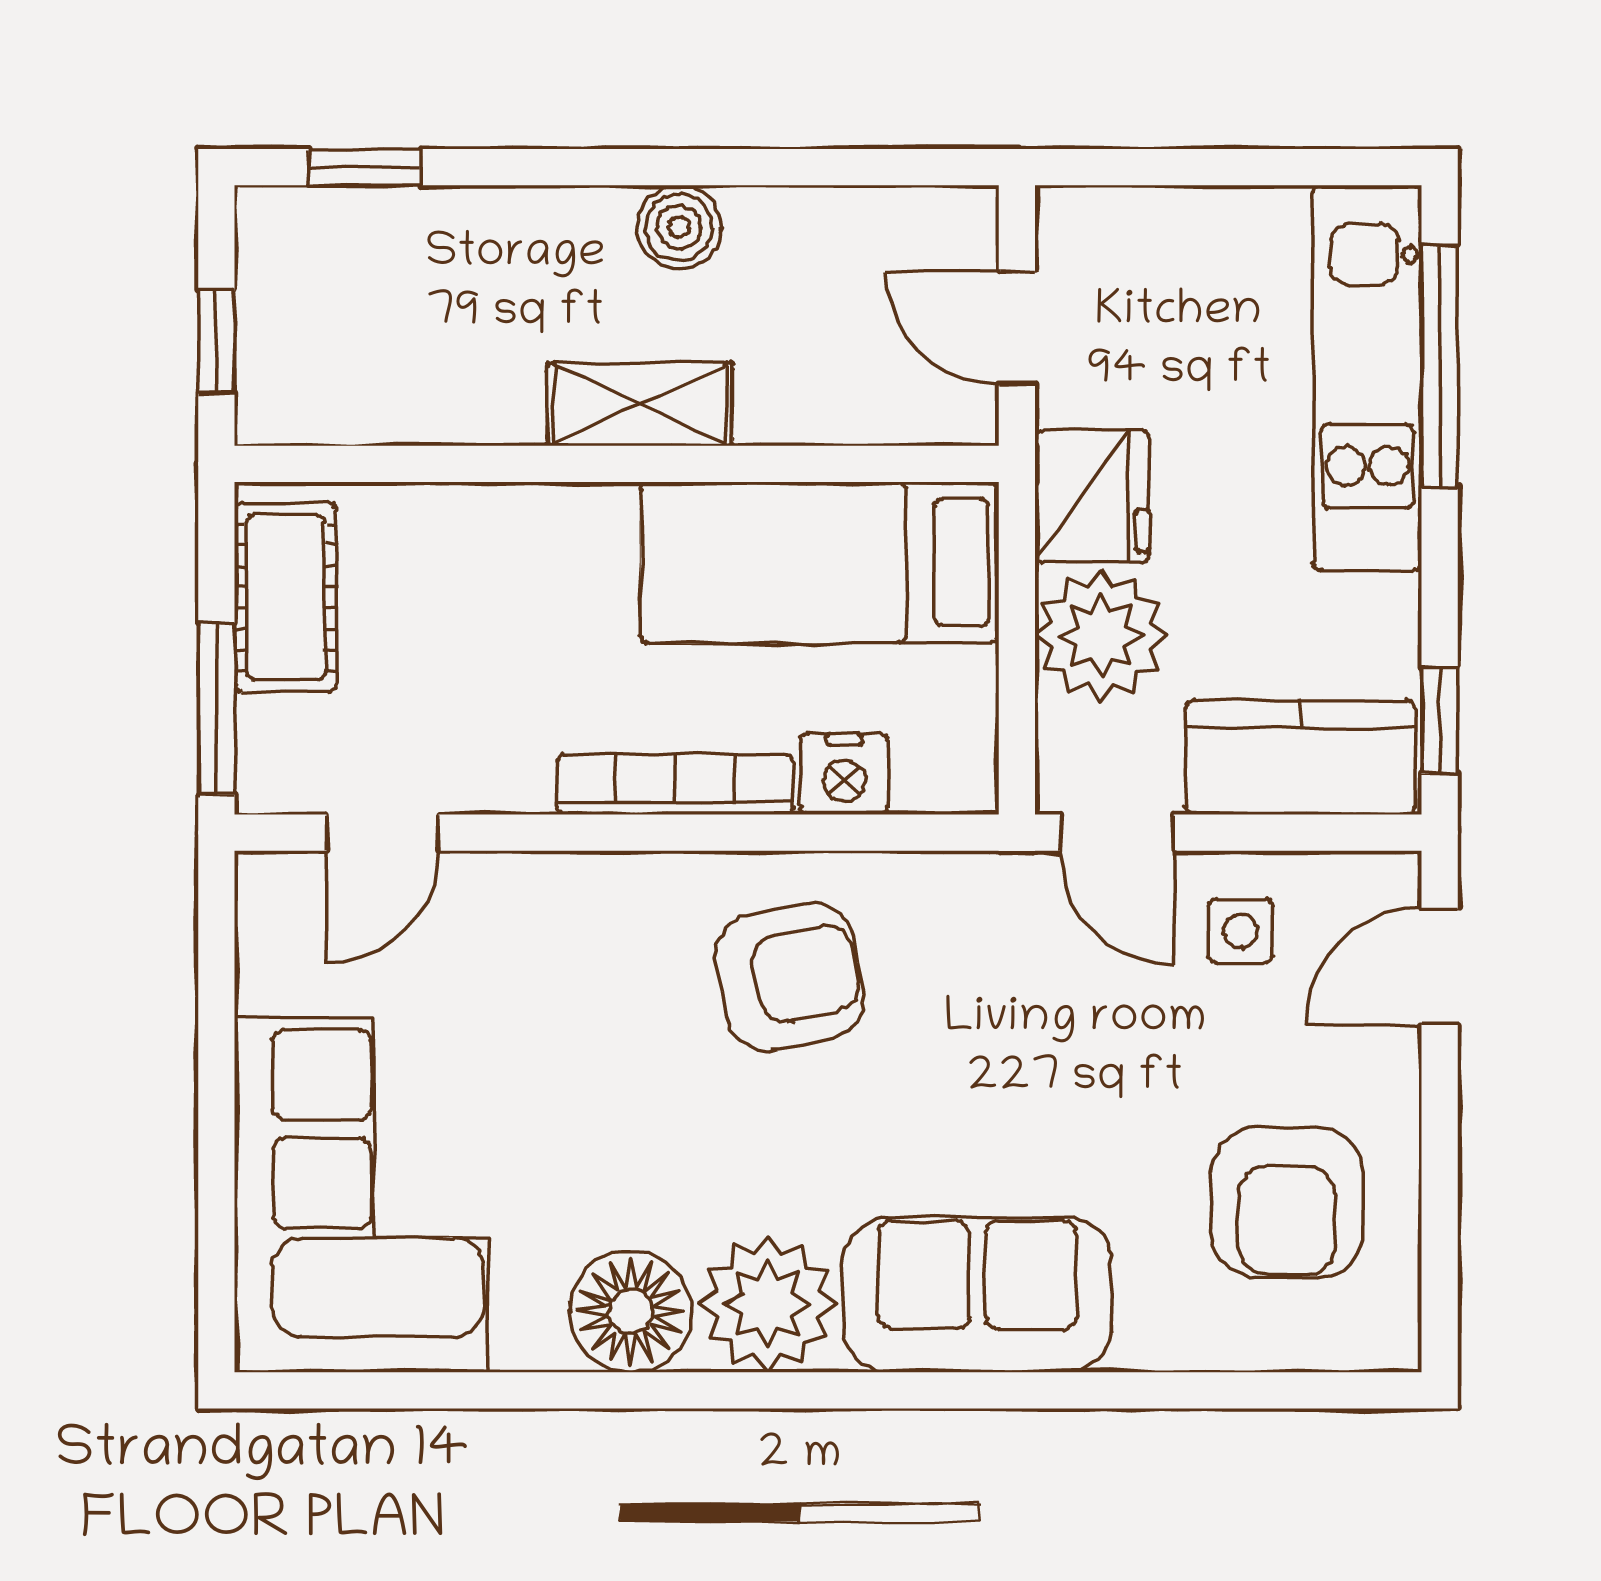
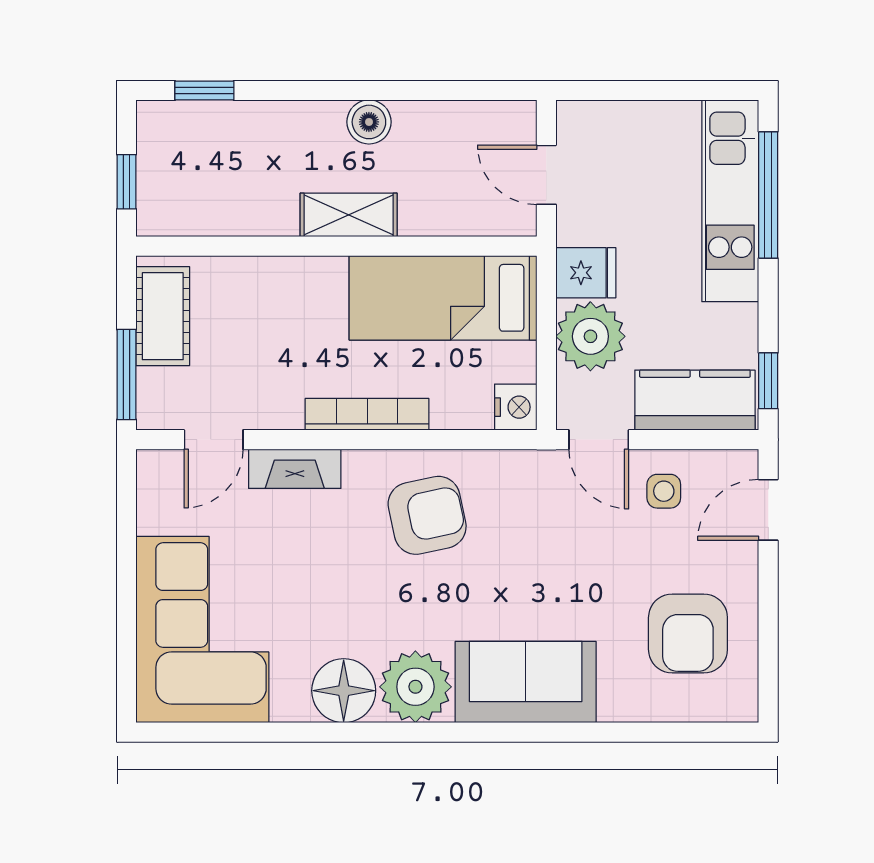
fridge: (1092, 496) -> (586, 273), width x0.72
nightstand: (844, 774) -> (516, 407), moved, turned -90
fireplace: (537, 888) -> (295, 469), added

